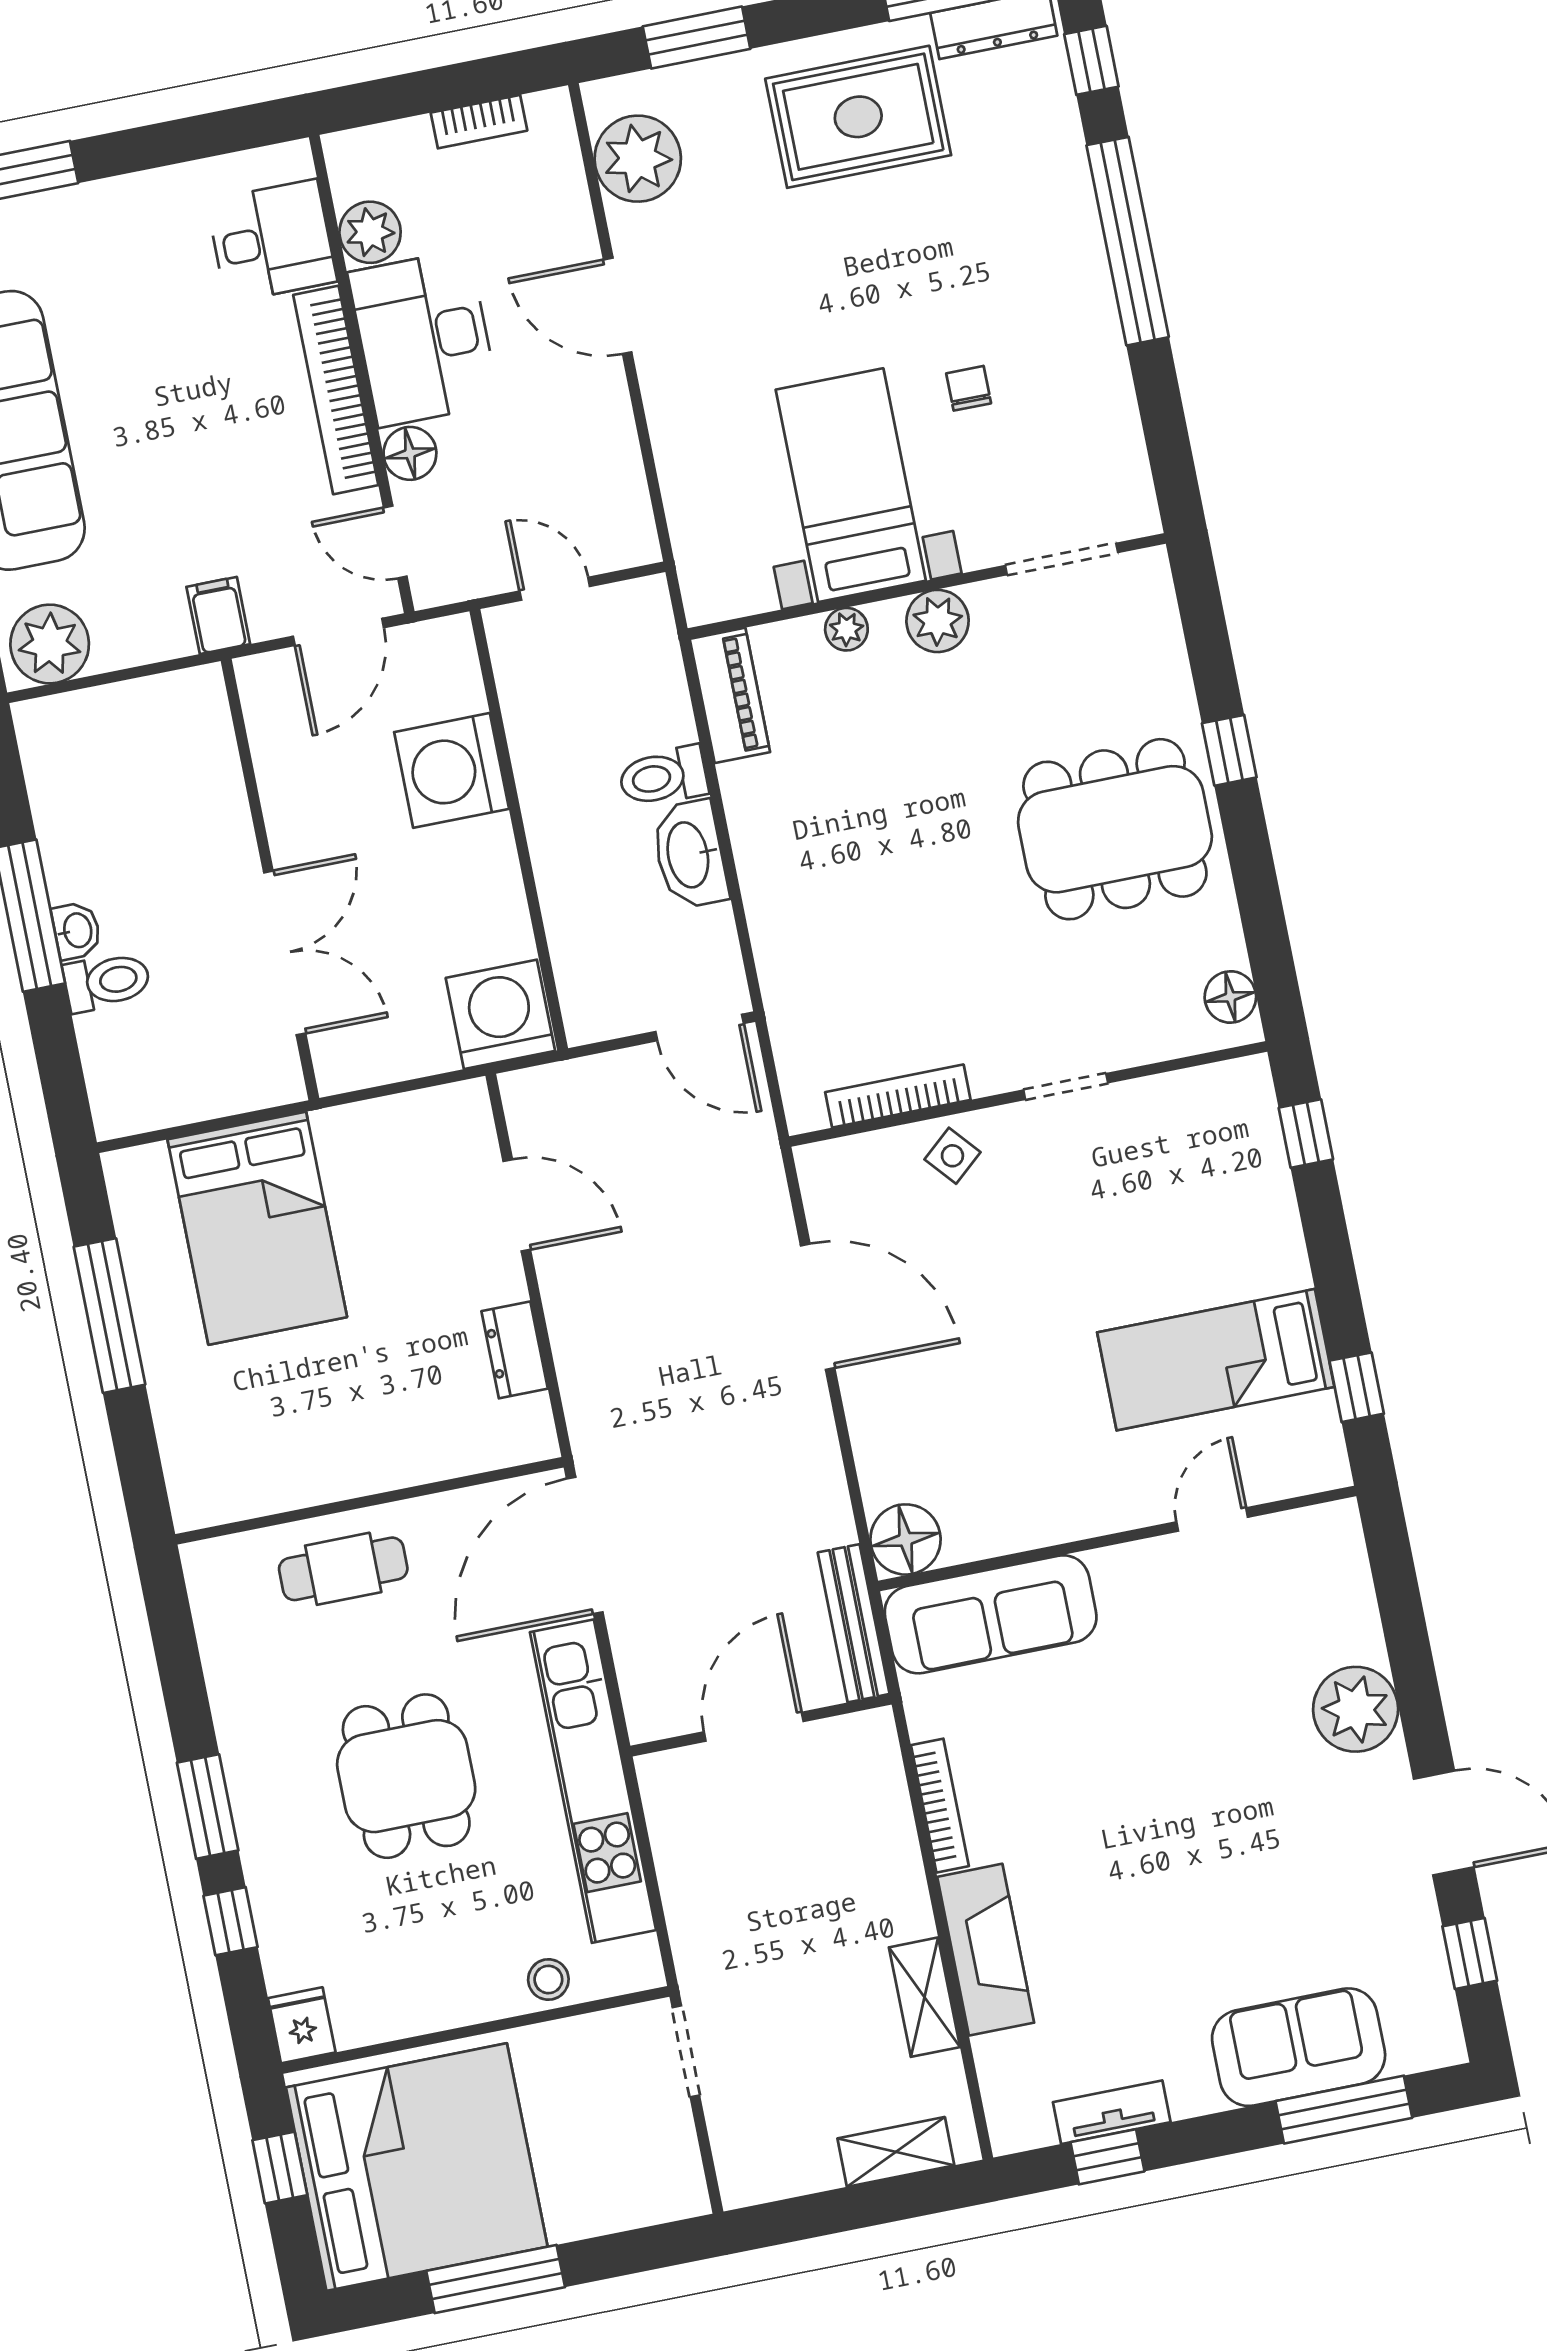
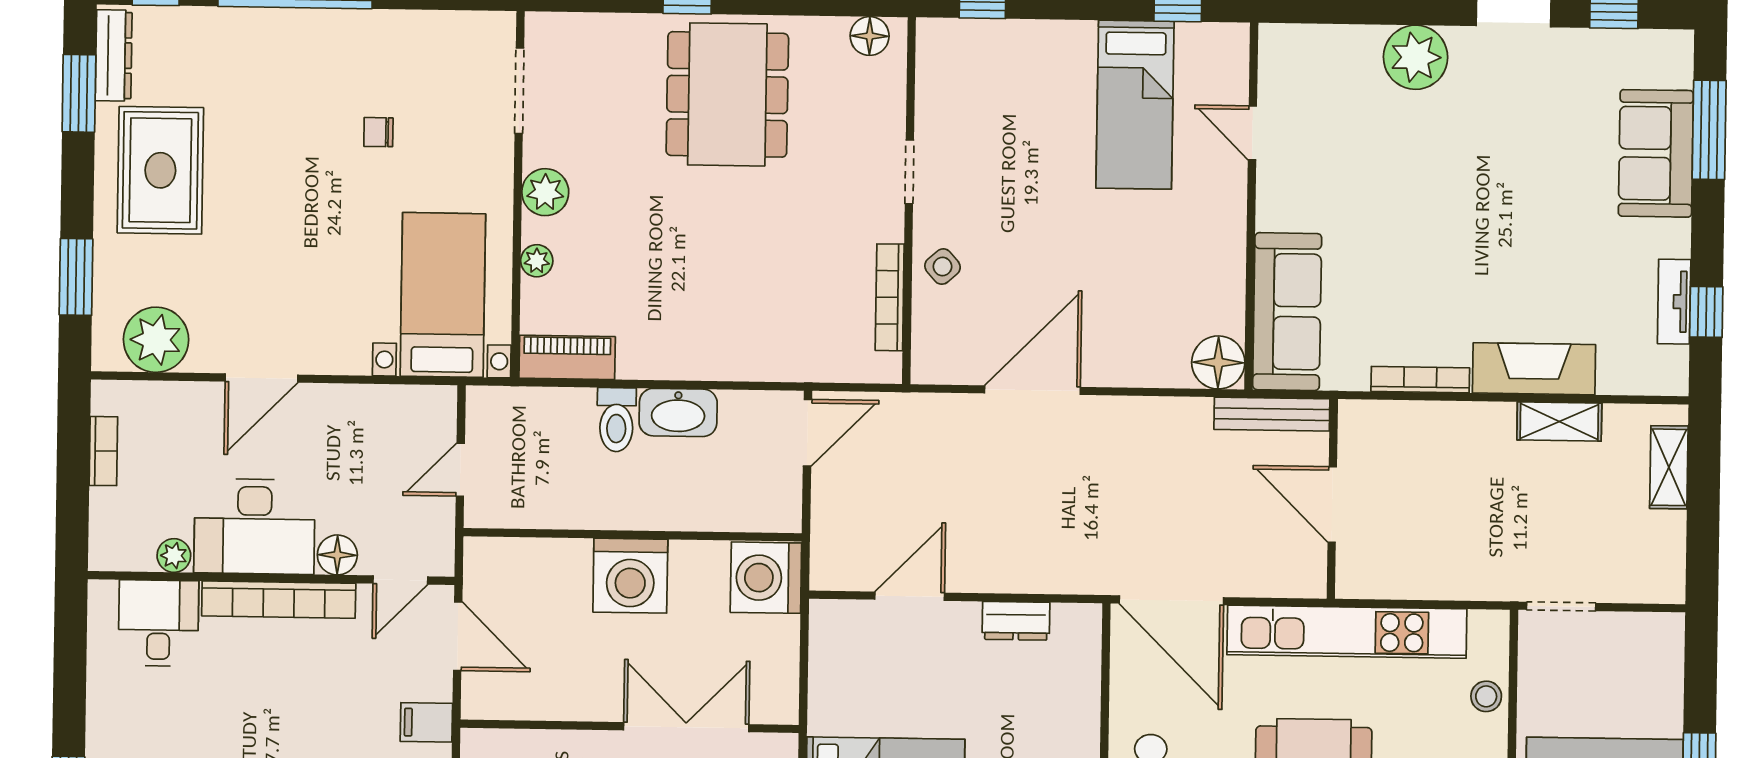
plant: (370, 232) -> (174, 556), width x0.73, depth x0.73
bed with nightstands: (851, 485) -> (443, 295), moved, turned 90
washing machine: (452, 770) -> (630, 576), moved

